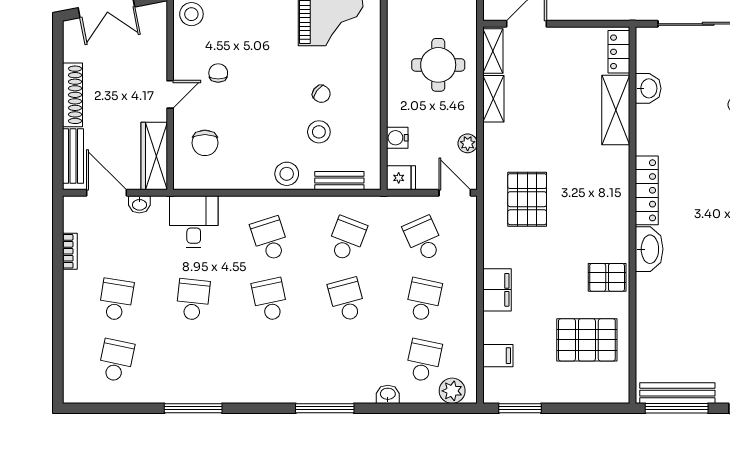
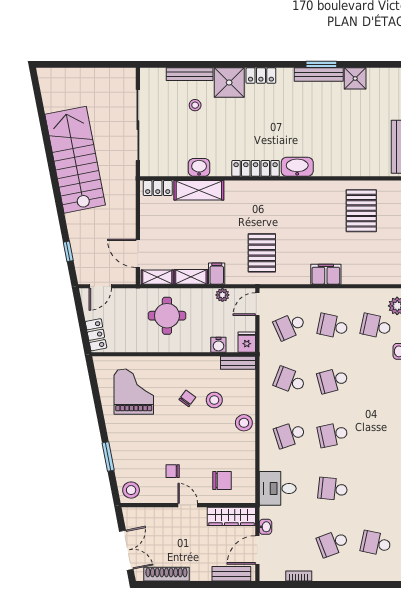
washbasin: (648, 88) -> (199, 167), moved
shoe rack: (72, 95) -> (166, 574), moved
bench: (339, 181) -> (238, 363), moved, turned 90
pallet: (527, 199) -> (262, 253), turned 90
pallet: (607, 277) -> (317, 196), removed
school desk: (116, 300) -> (333, 543), turned -30
filing cabinet: (498, 356) -> (217, 274), moved

